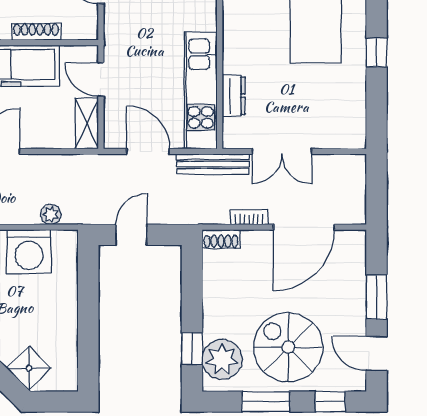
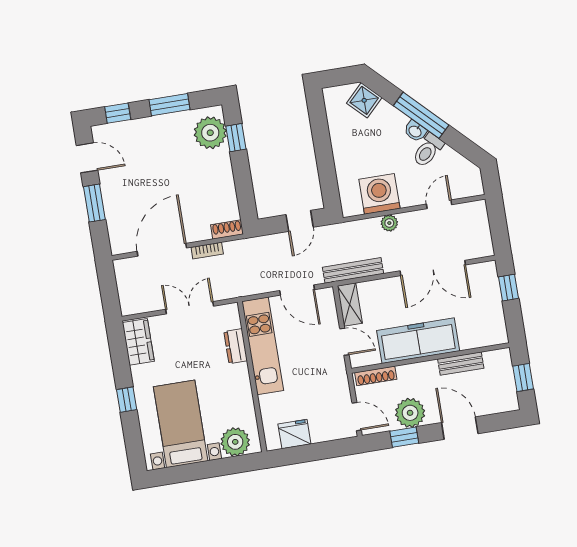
shoe rack: (36, 32) -> (376, 376), moved
wardrobe: (351, 120) -> (138, 342), added
bench: (213, 164) -> (353, 270), moved
plant: (51, 214) -> (389, 223), moved
spiral stairs: (288, 347) -> (159, 151), removed

